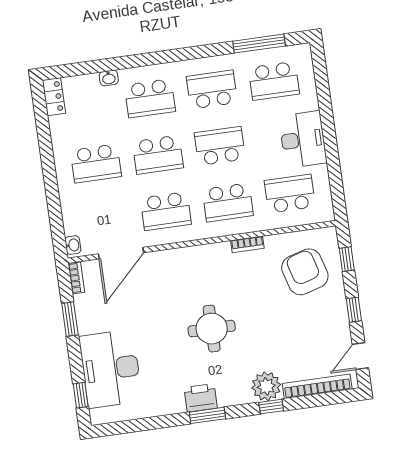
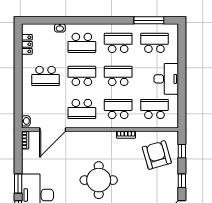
school desk: (274, 81) -> (154, 43), turned 180
locker: (54, 97) -> (27, 44), moved
school desk: (158, 155) -> (82, 76), turned 180
school desk: (228, 202) -> (118, 109), turned 180
window: (70, 319) -> (18, 184), moved
round table: (212, 329) -> (99, 180), width x1.36, depth x1.36

